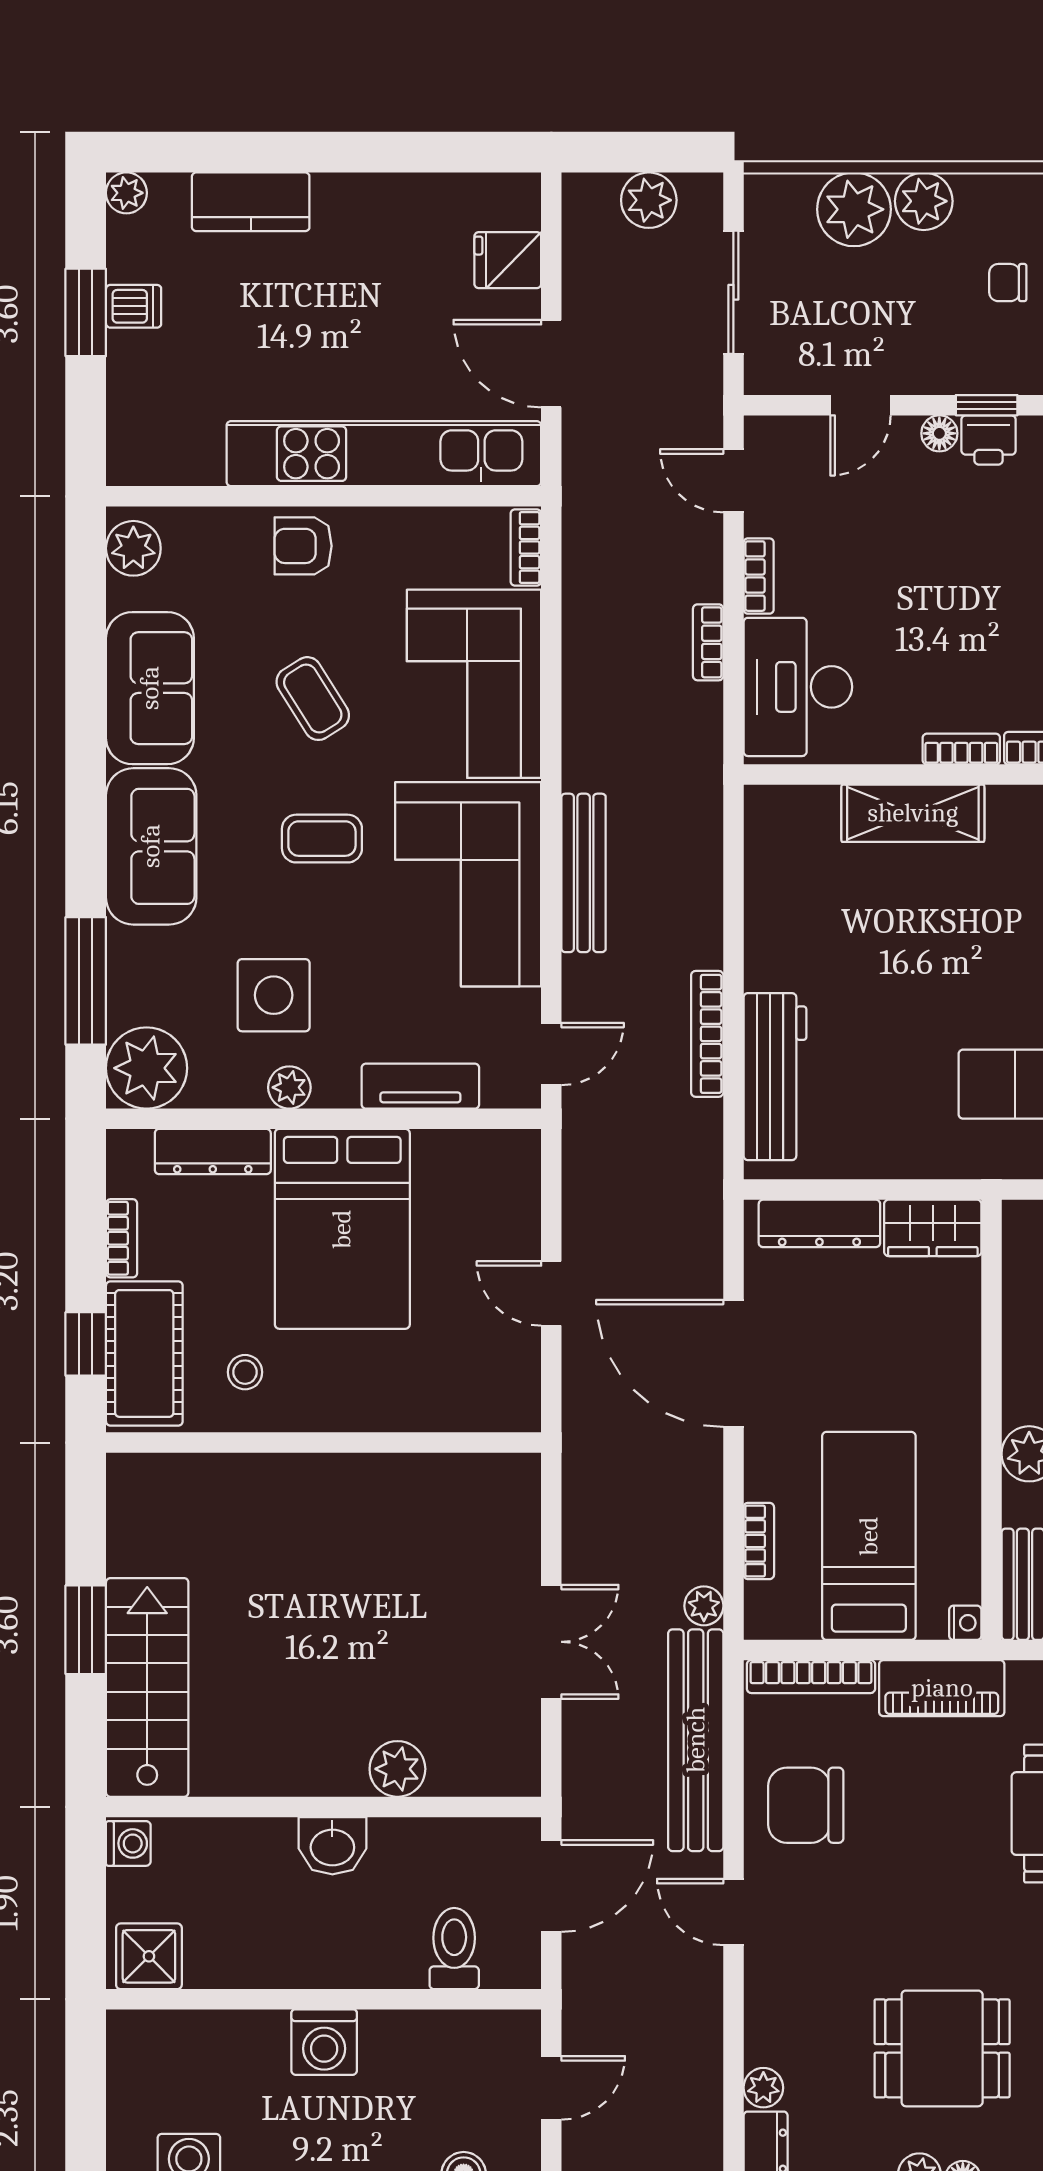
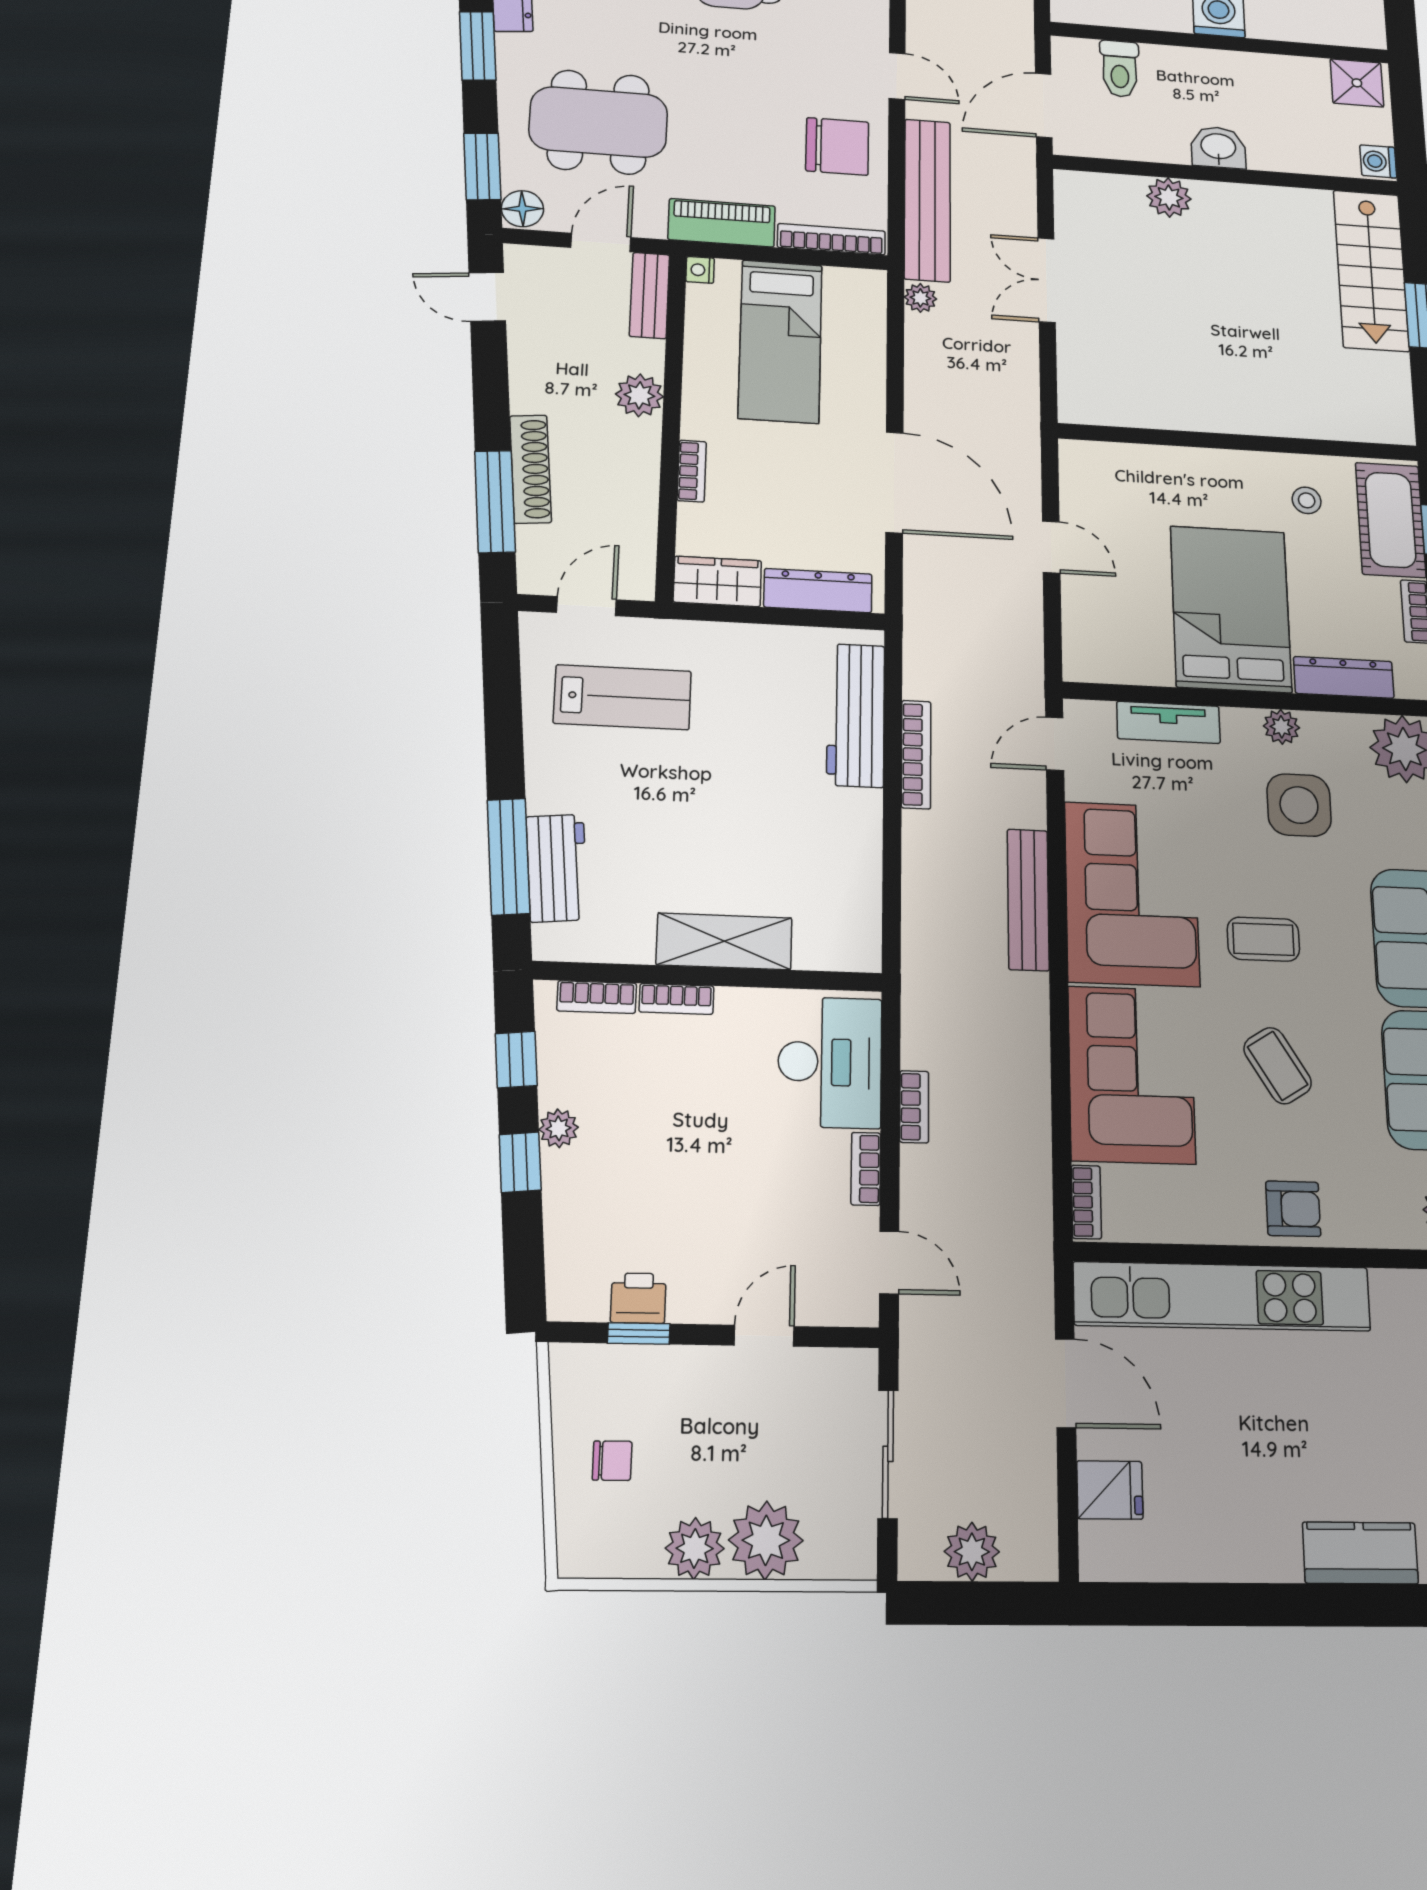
floor lamp: (939, 433) -> (687, 1306), removed
bookcase: (759, 1541) -> (692, 471), moved, turned 180

